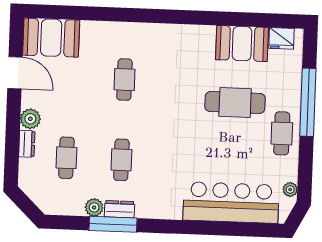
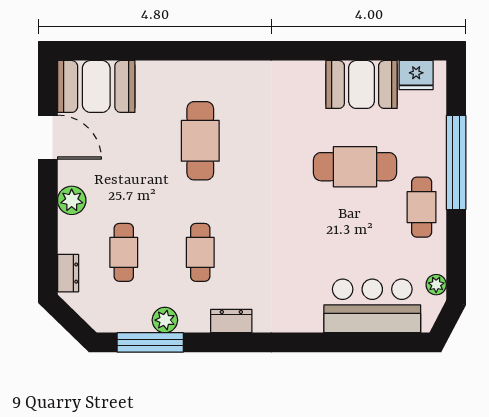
cafe table: (124, 80) -> (200, 141), width x1.37, depth x1.35
dresser: (27, 144) -> (68, 273), moved
bar counter: (231, 203) -> (372, 306), width x0.73
dresser: (119, 209) -> (231, 321), moved
window: (113, 224) -> (150, 342), moved

